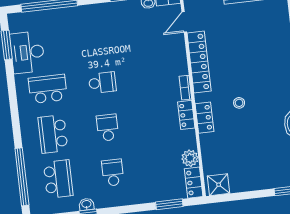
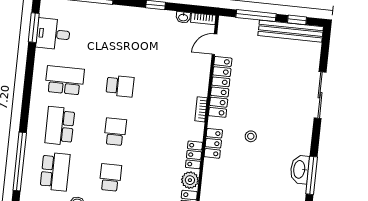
desk: (27, 52) -> (53, 34), width x0.73
locker: (186, 115) -> (194, 155), moved

